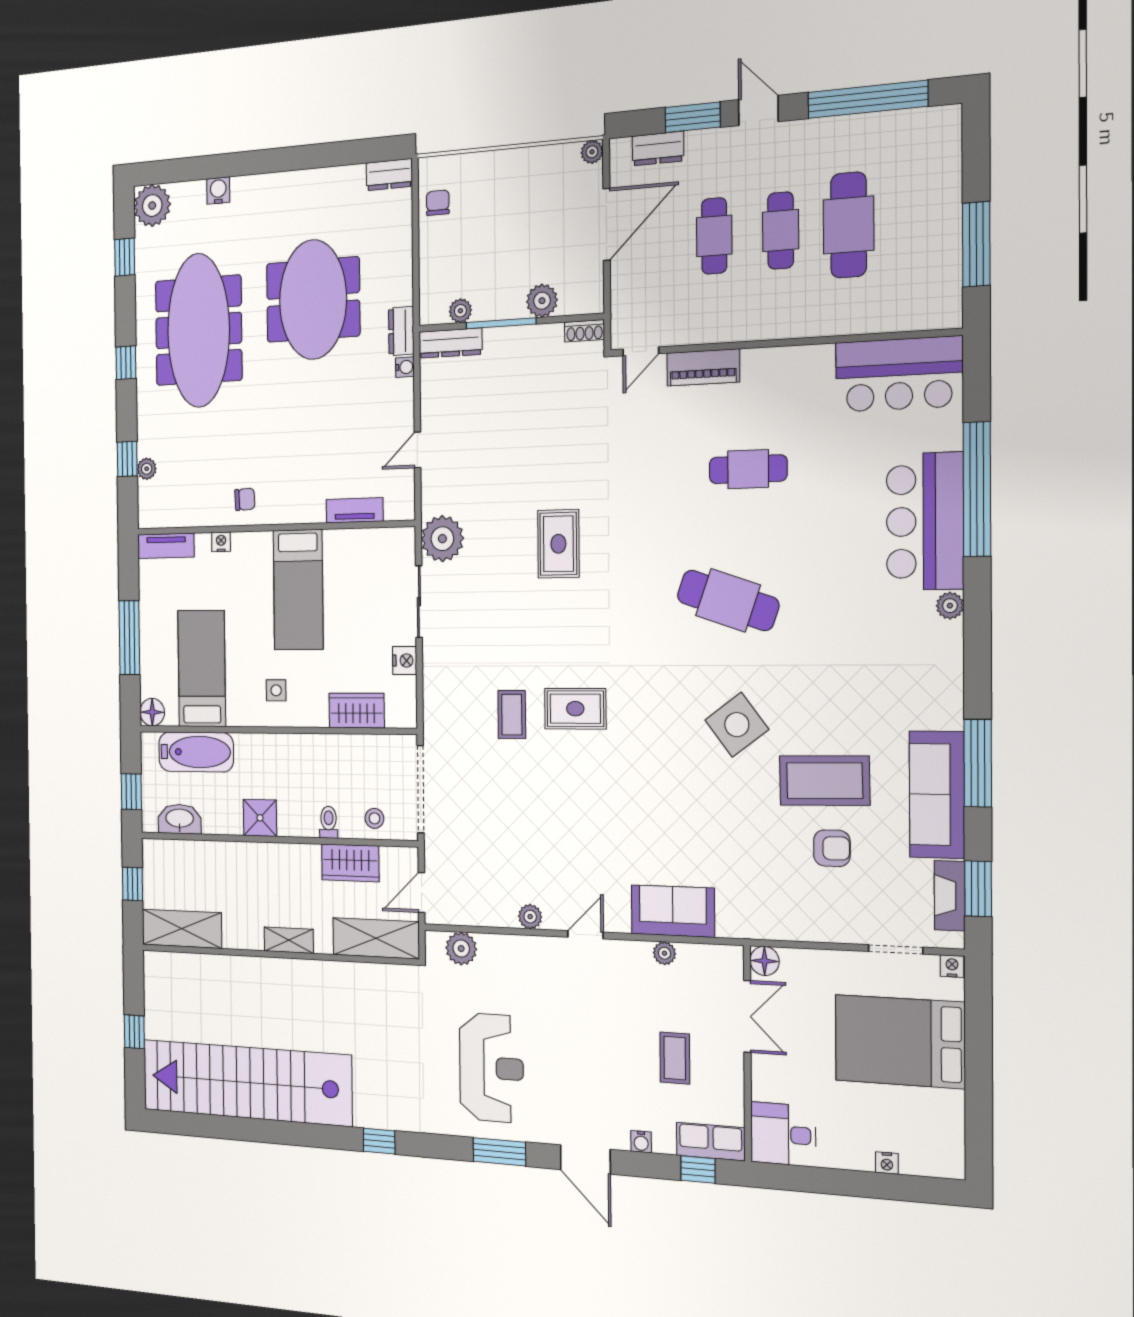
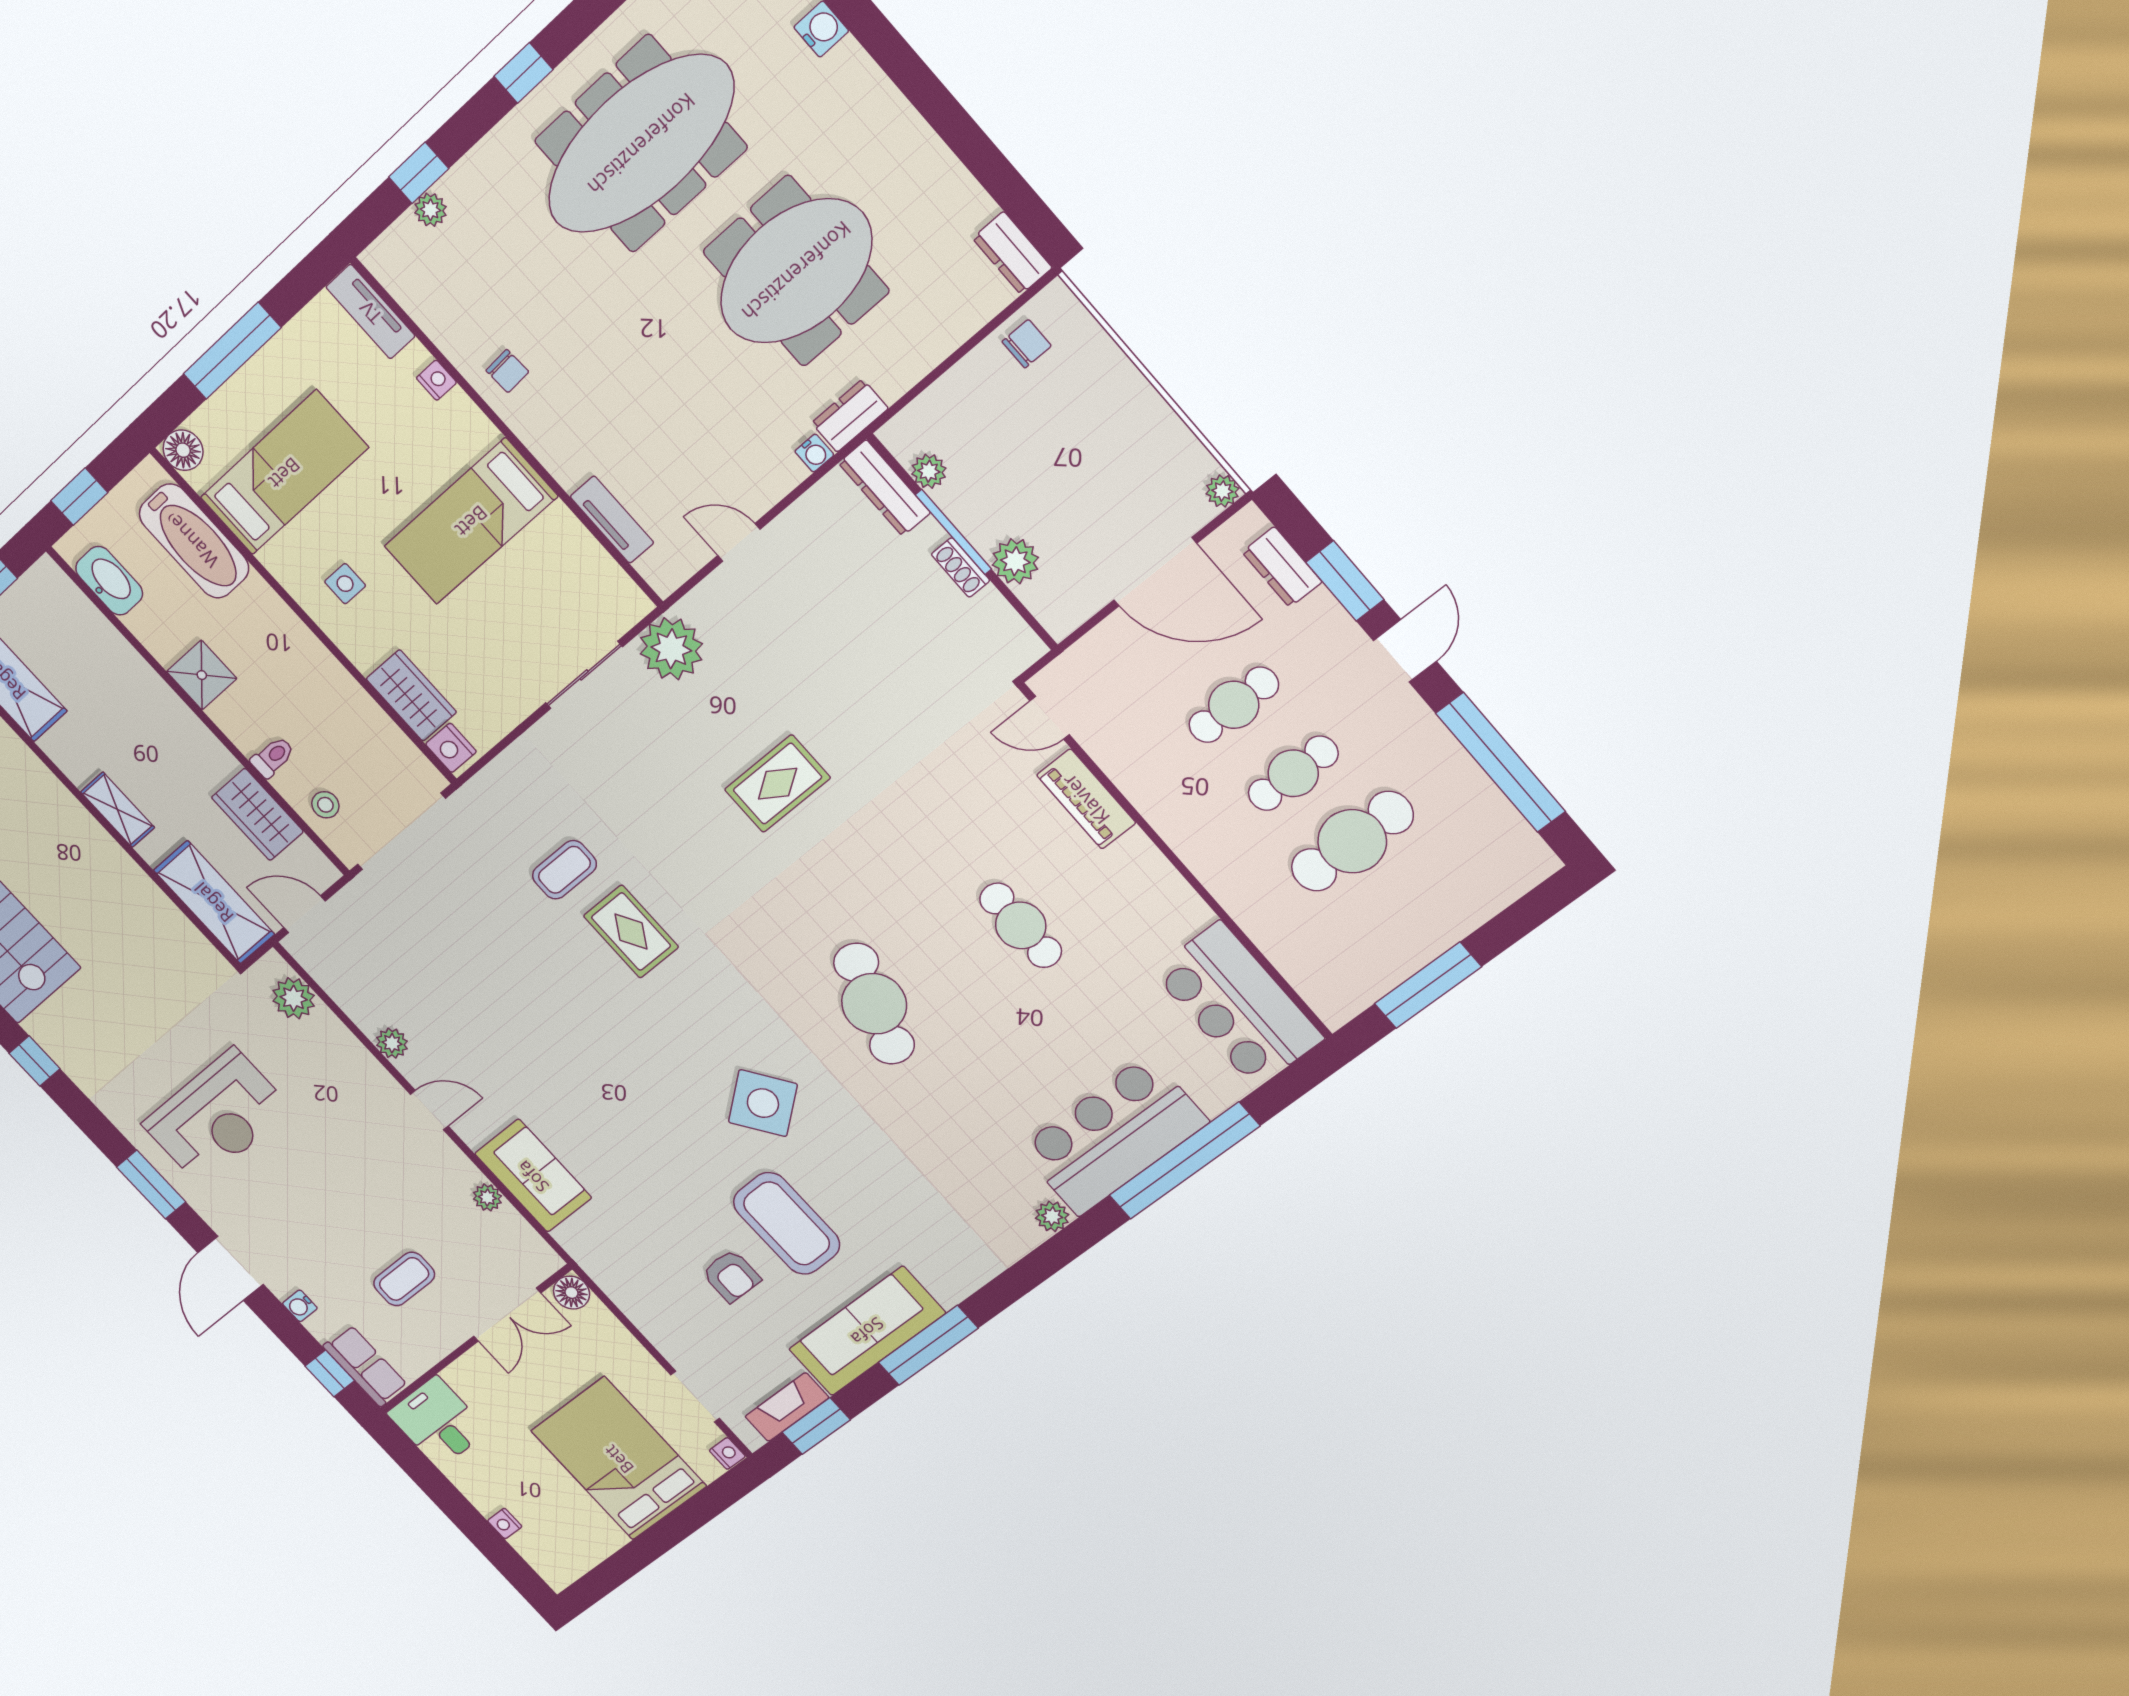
shoe rack: (585, 331) -> (961, 567), moved
nightstand: (405, 661) -> (451, 748), moved, turned 90

